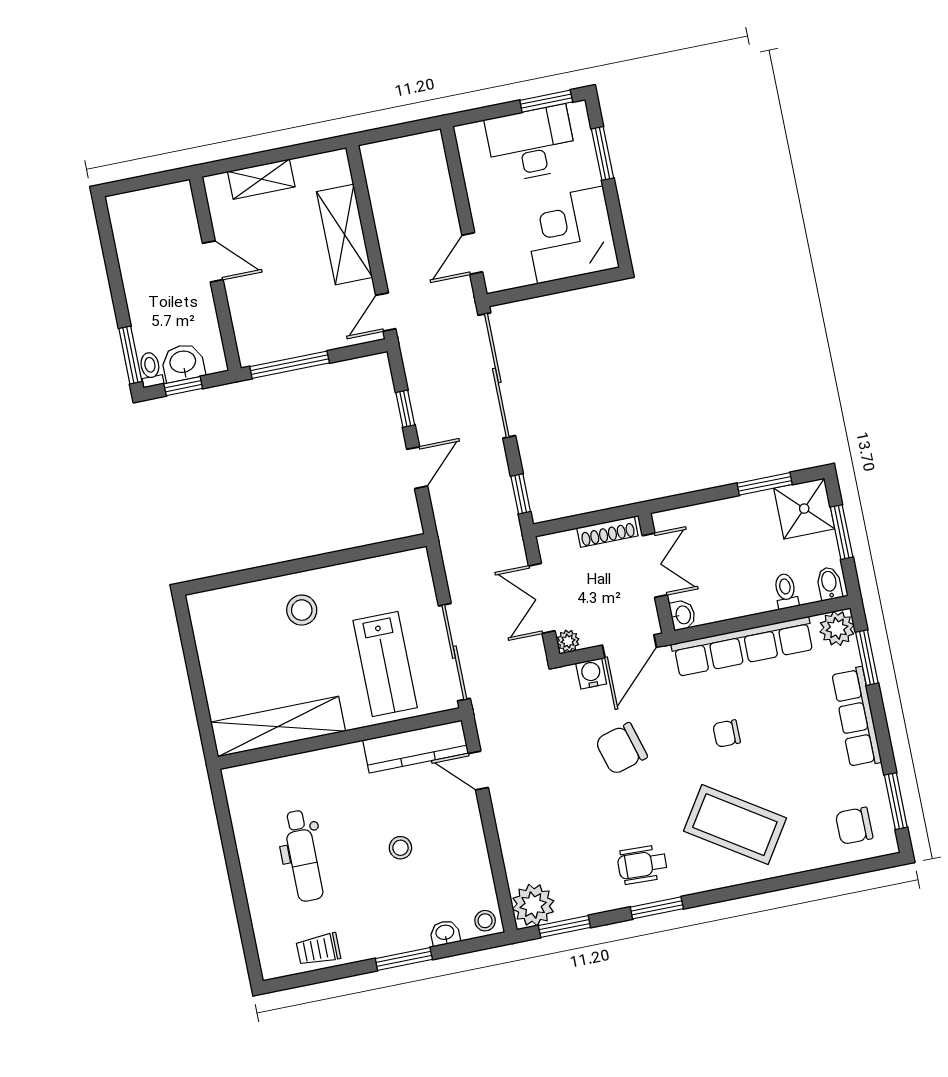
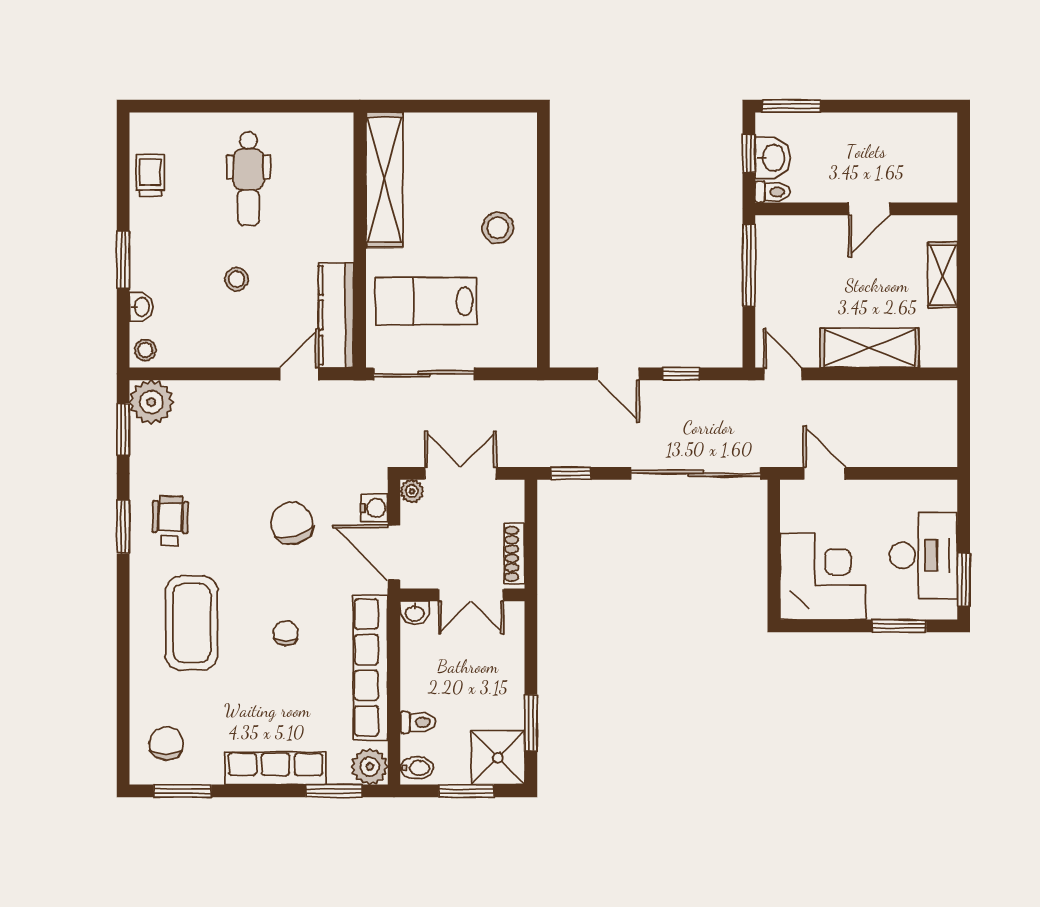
toilet: (151, 369) -> (772, 192), moved
coffee table: (735, 825) -> (192, 623), turned -33
dental chair: (303, 856) -> (248, 179), turned -90

